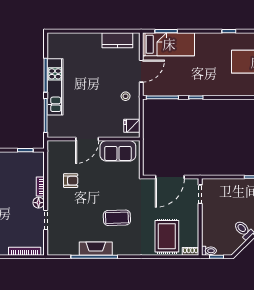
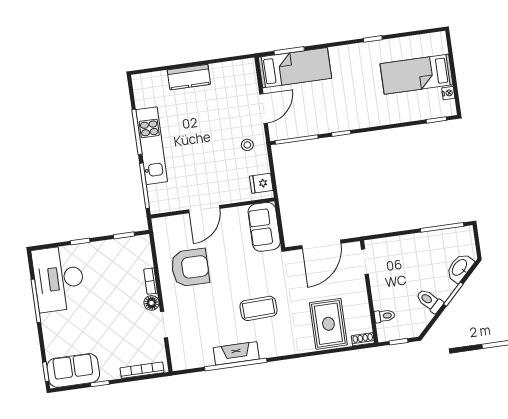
kitchen counter: (117, 40) -> (189, 77), moved
sofa: (118, 151) -> (264, 227), moved, turned 90
armchair: (71, 181) -> (190, 268), width x1.88, depth x1.88
toilet: (209, 251) -> (385, 316), moved

